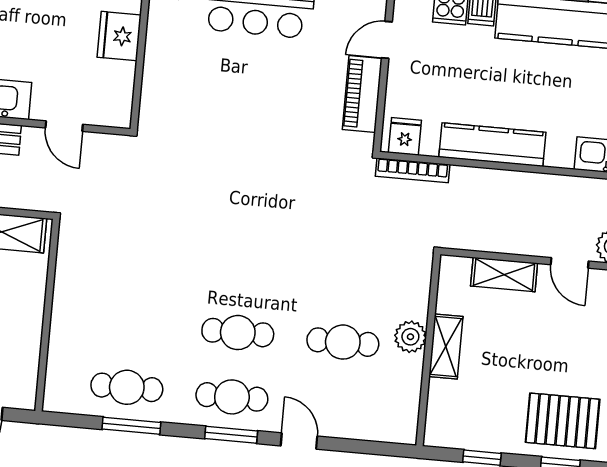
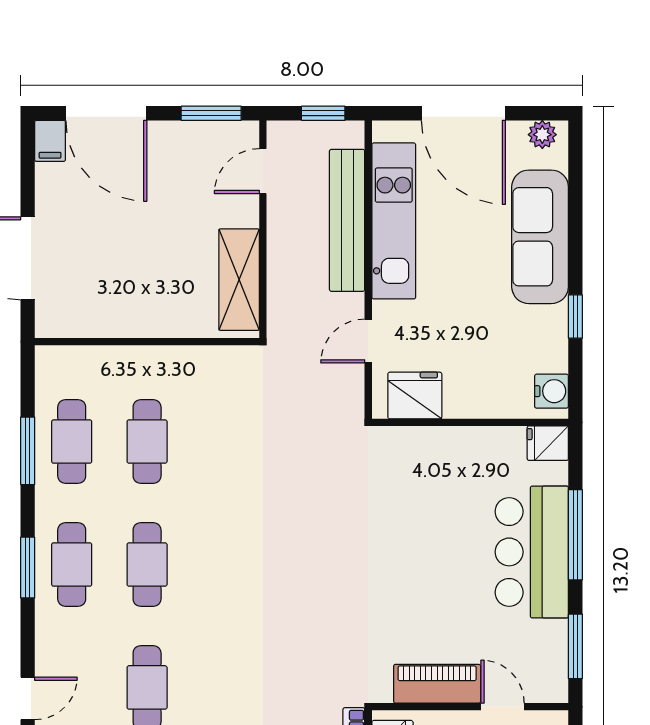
fridge: (119, 36) -> (415, 396), moved
cafe table: (133, 323) -> (147, 442), added
door: (299, 441) -> (28, 698), moved

